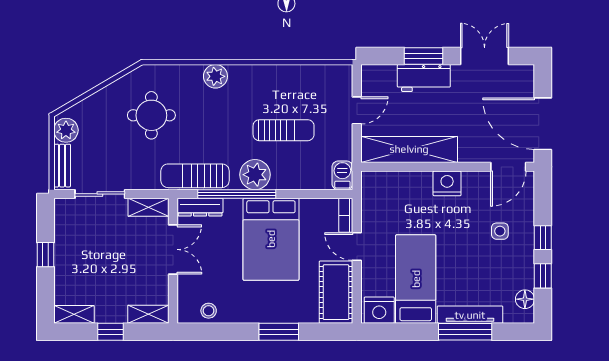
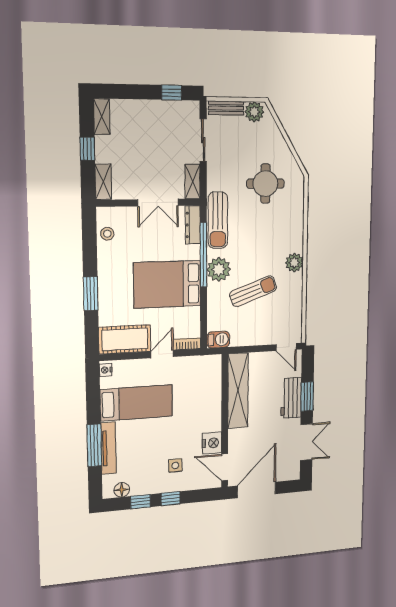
plant: (215, 76) -> (294, 263), moved
door: (357, 110) -> (286, 347), moved
sun lounger: (284, 130) -> (253, 291), turned -110
sun lounger: (195, 176) -> (218, 220), turned 180
nightstand: (447, 183) -> (212, 443), moved
window: (45, 255) -> (172, 93), moved
nightstand: (379, 310) -> (106, 370), width x0.53, depth x0.56

